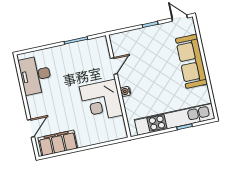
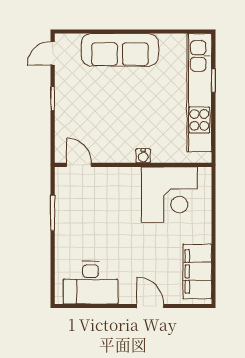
door: (114, 66) -> (79, 165), moved
corner desk: (101, 101) -> (169, 195), moved
door: (31, 128) -> (150, 306), moved

